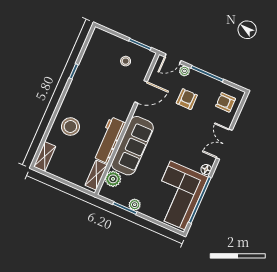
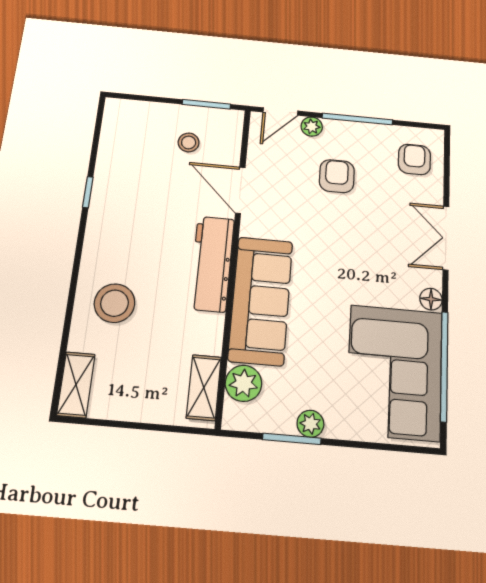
door: (141, 92) -> (240, 190), swing flipped
armchair: (226, 102) -> (414, 159), turned 90
workbench: (109, 140) -> (212, 264), moved

